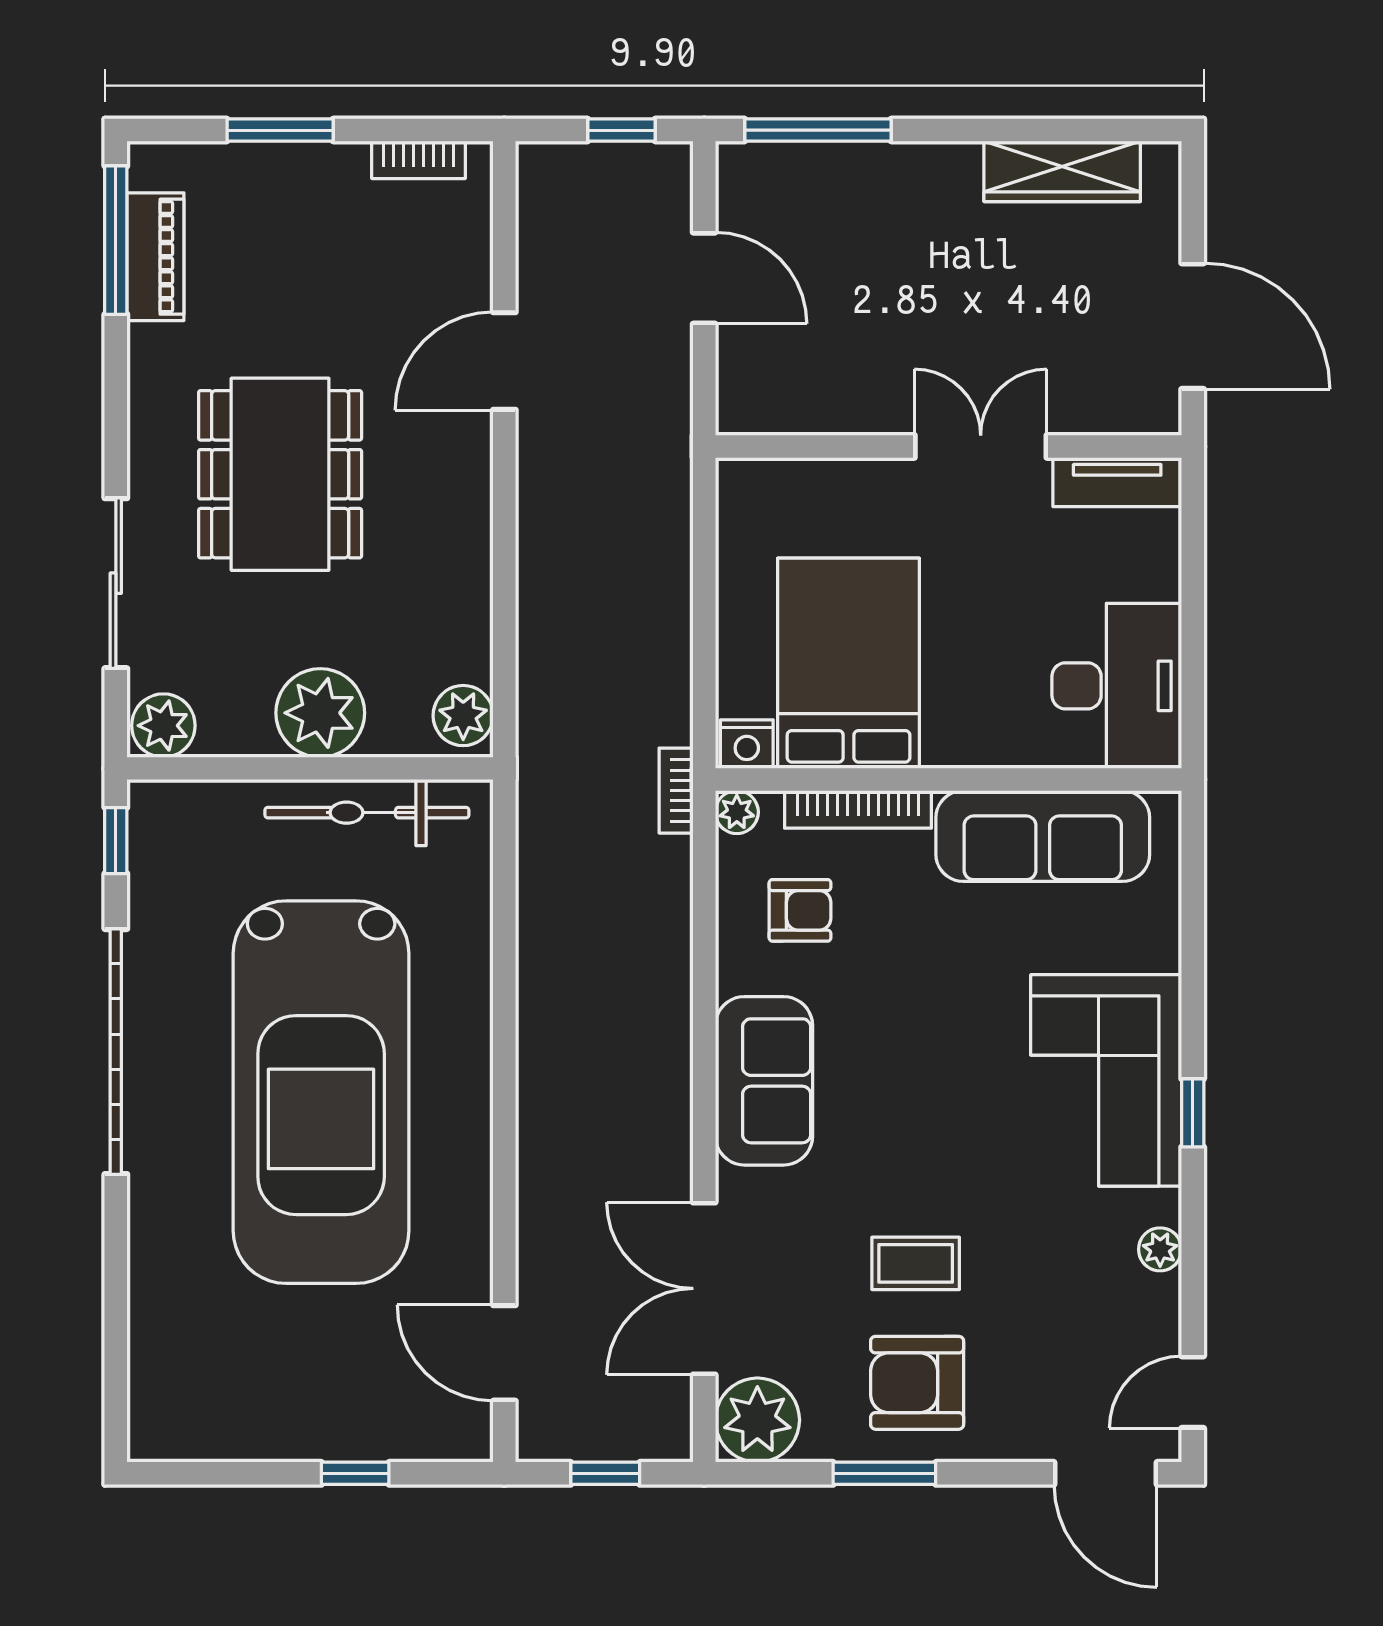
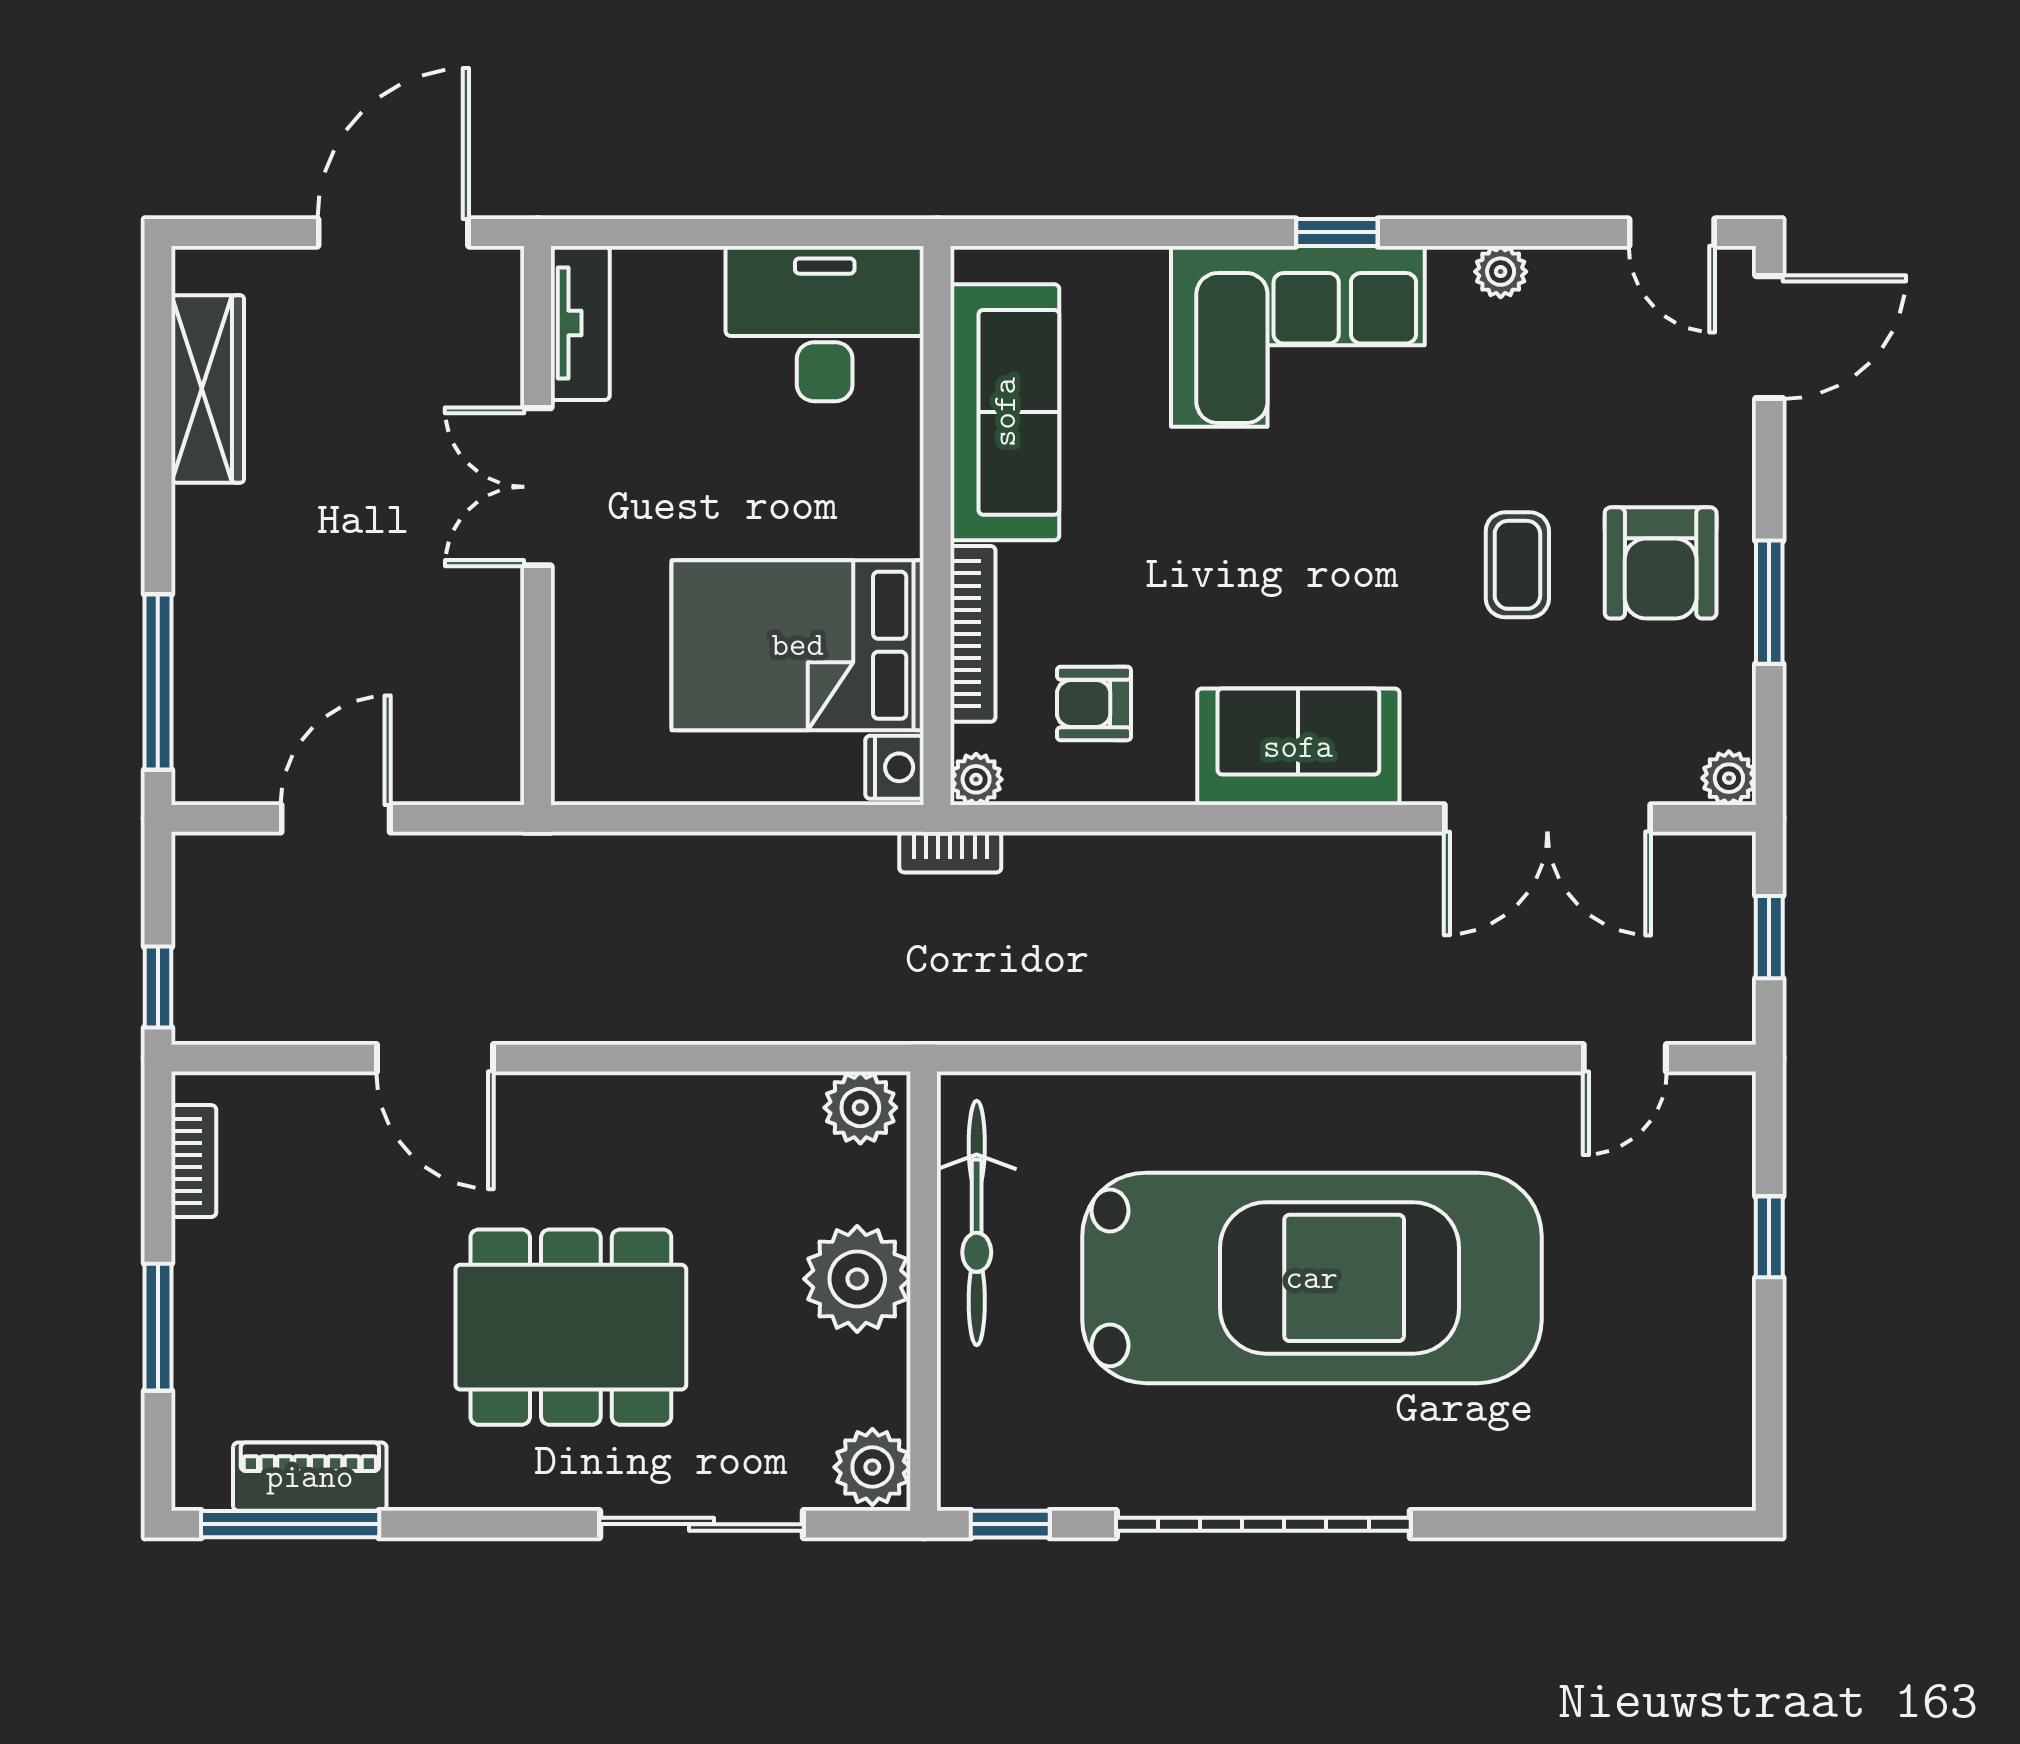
window: (621, 130) -> (158, 987), moved
armchair: (800, 910) -> (1094, 703), turned -90
door: (504, 1353) -> (1625, 1058), width x0.73
plant: (757, 1420) -> (1729, 778), width x0.53, depth x0.53

